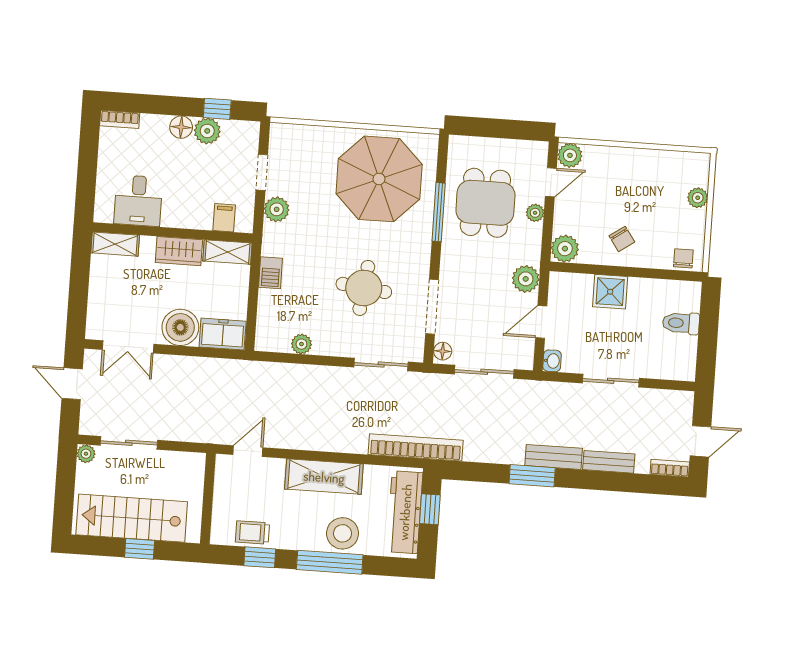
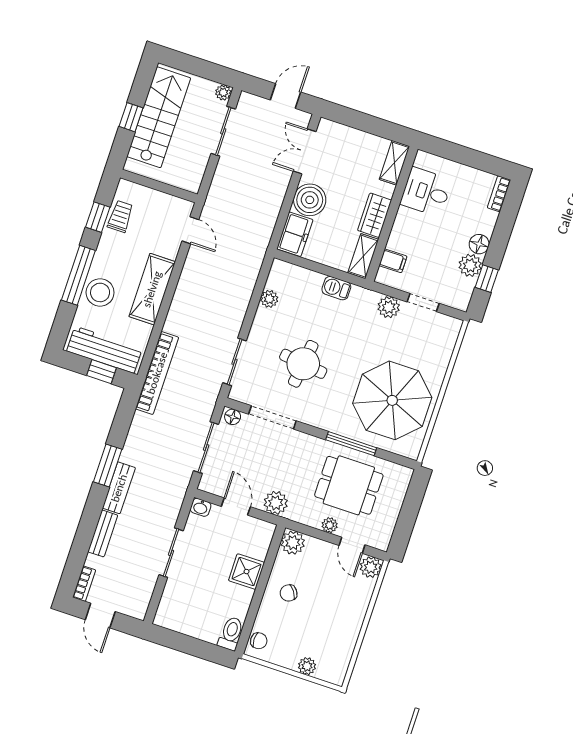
toilet: (681, 323) -> (231, 633), moved

